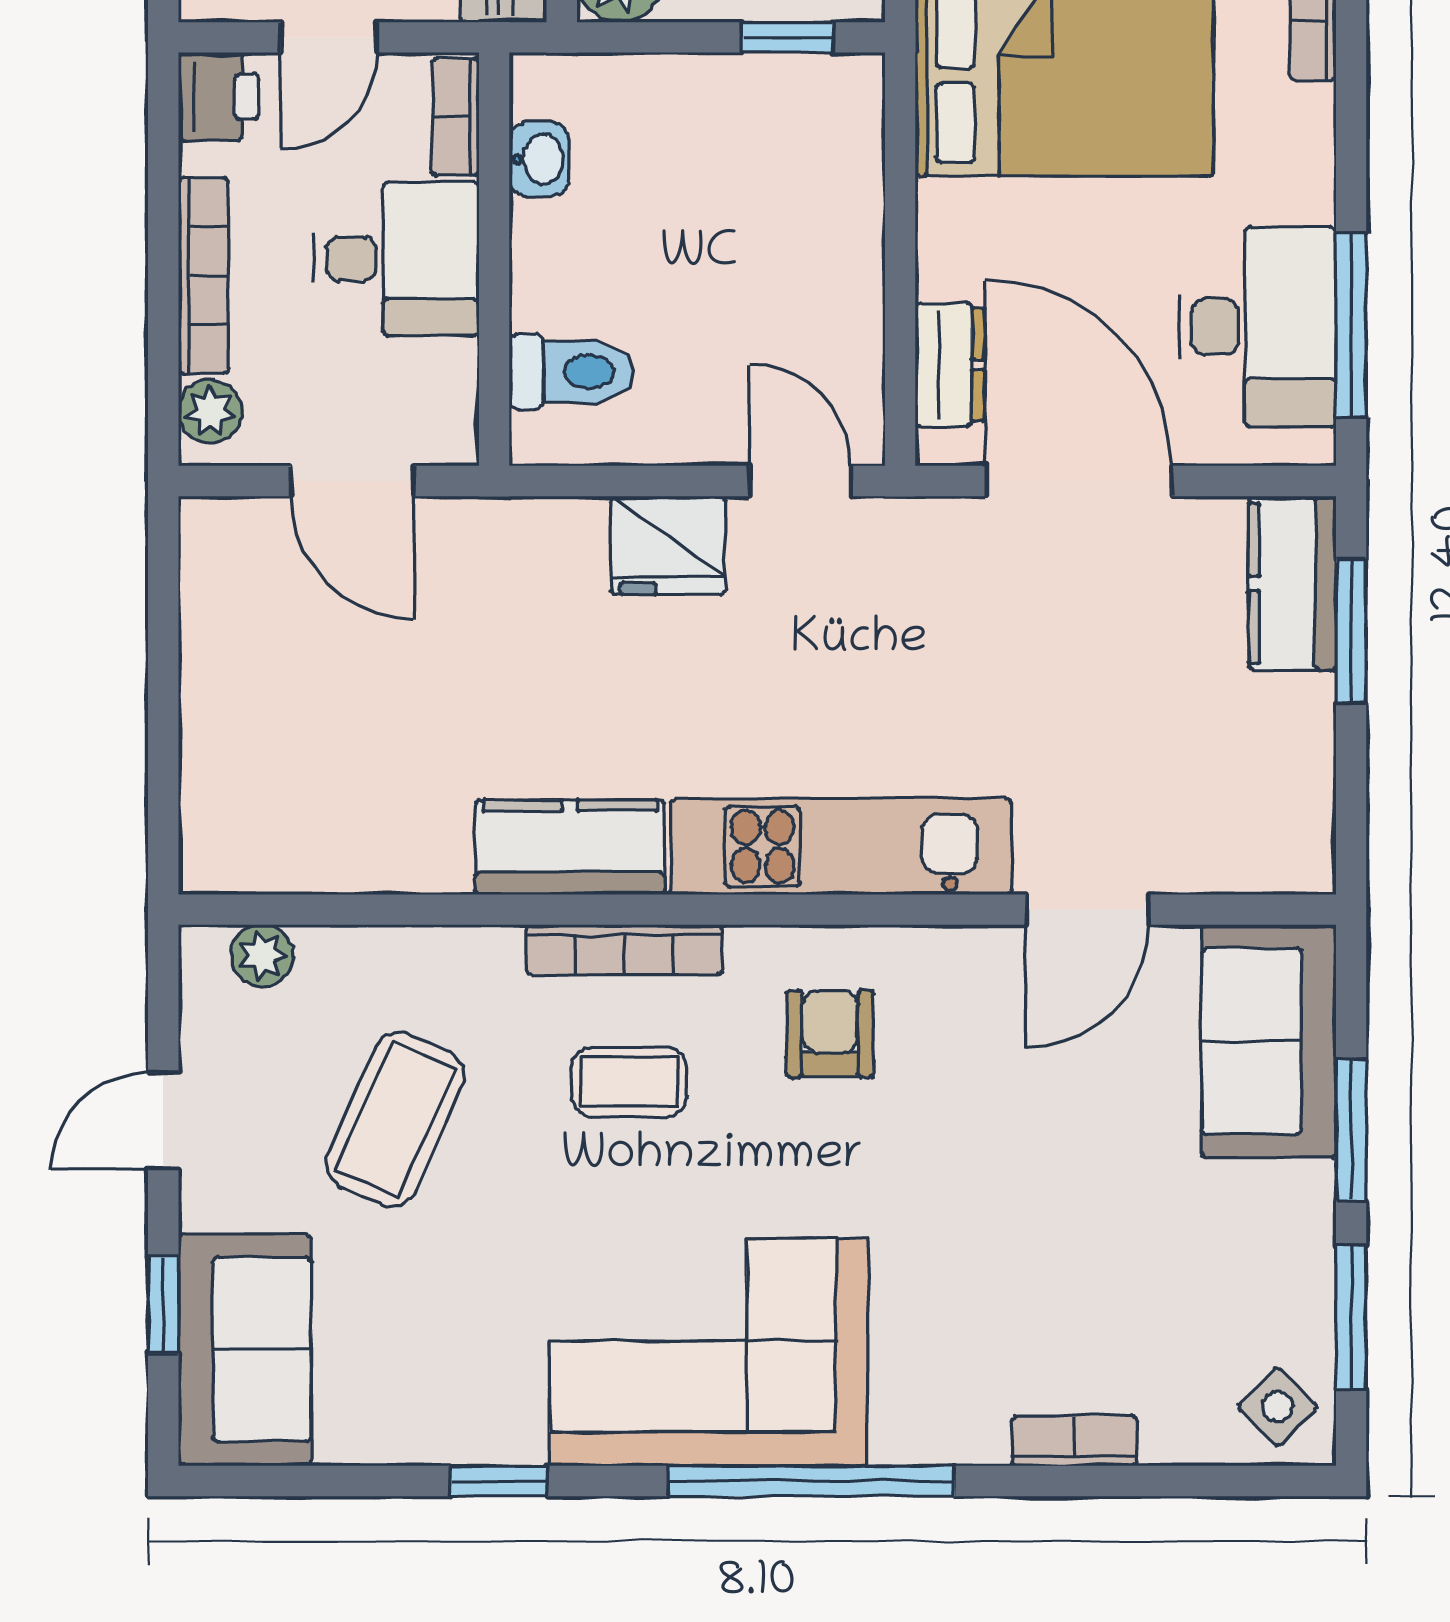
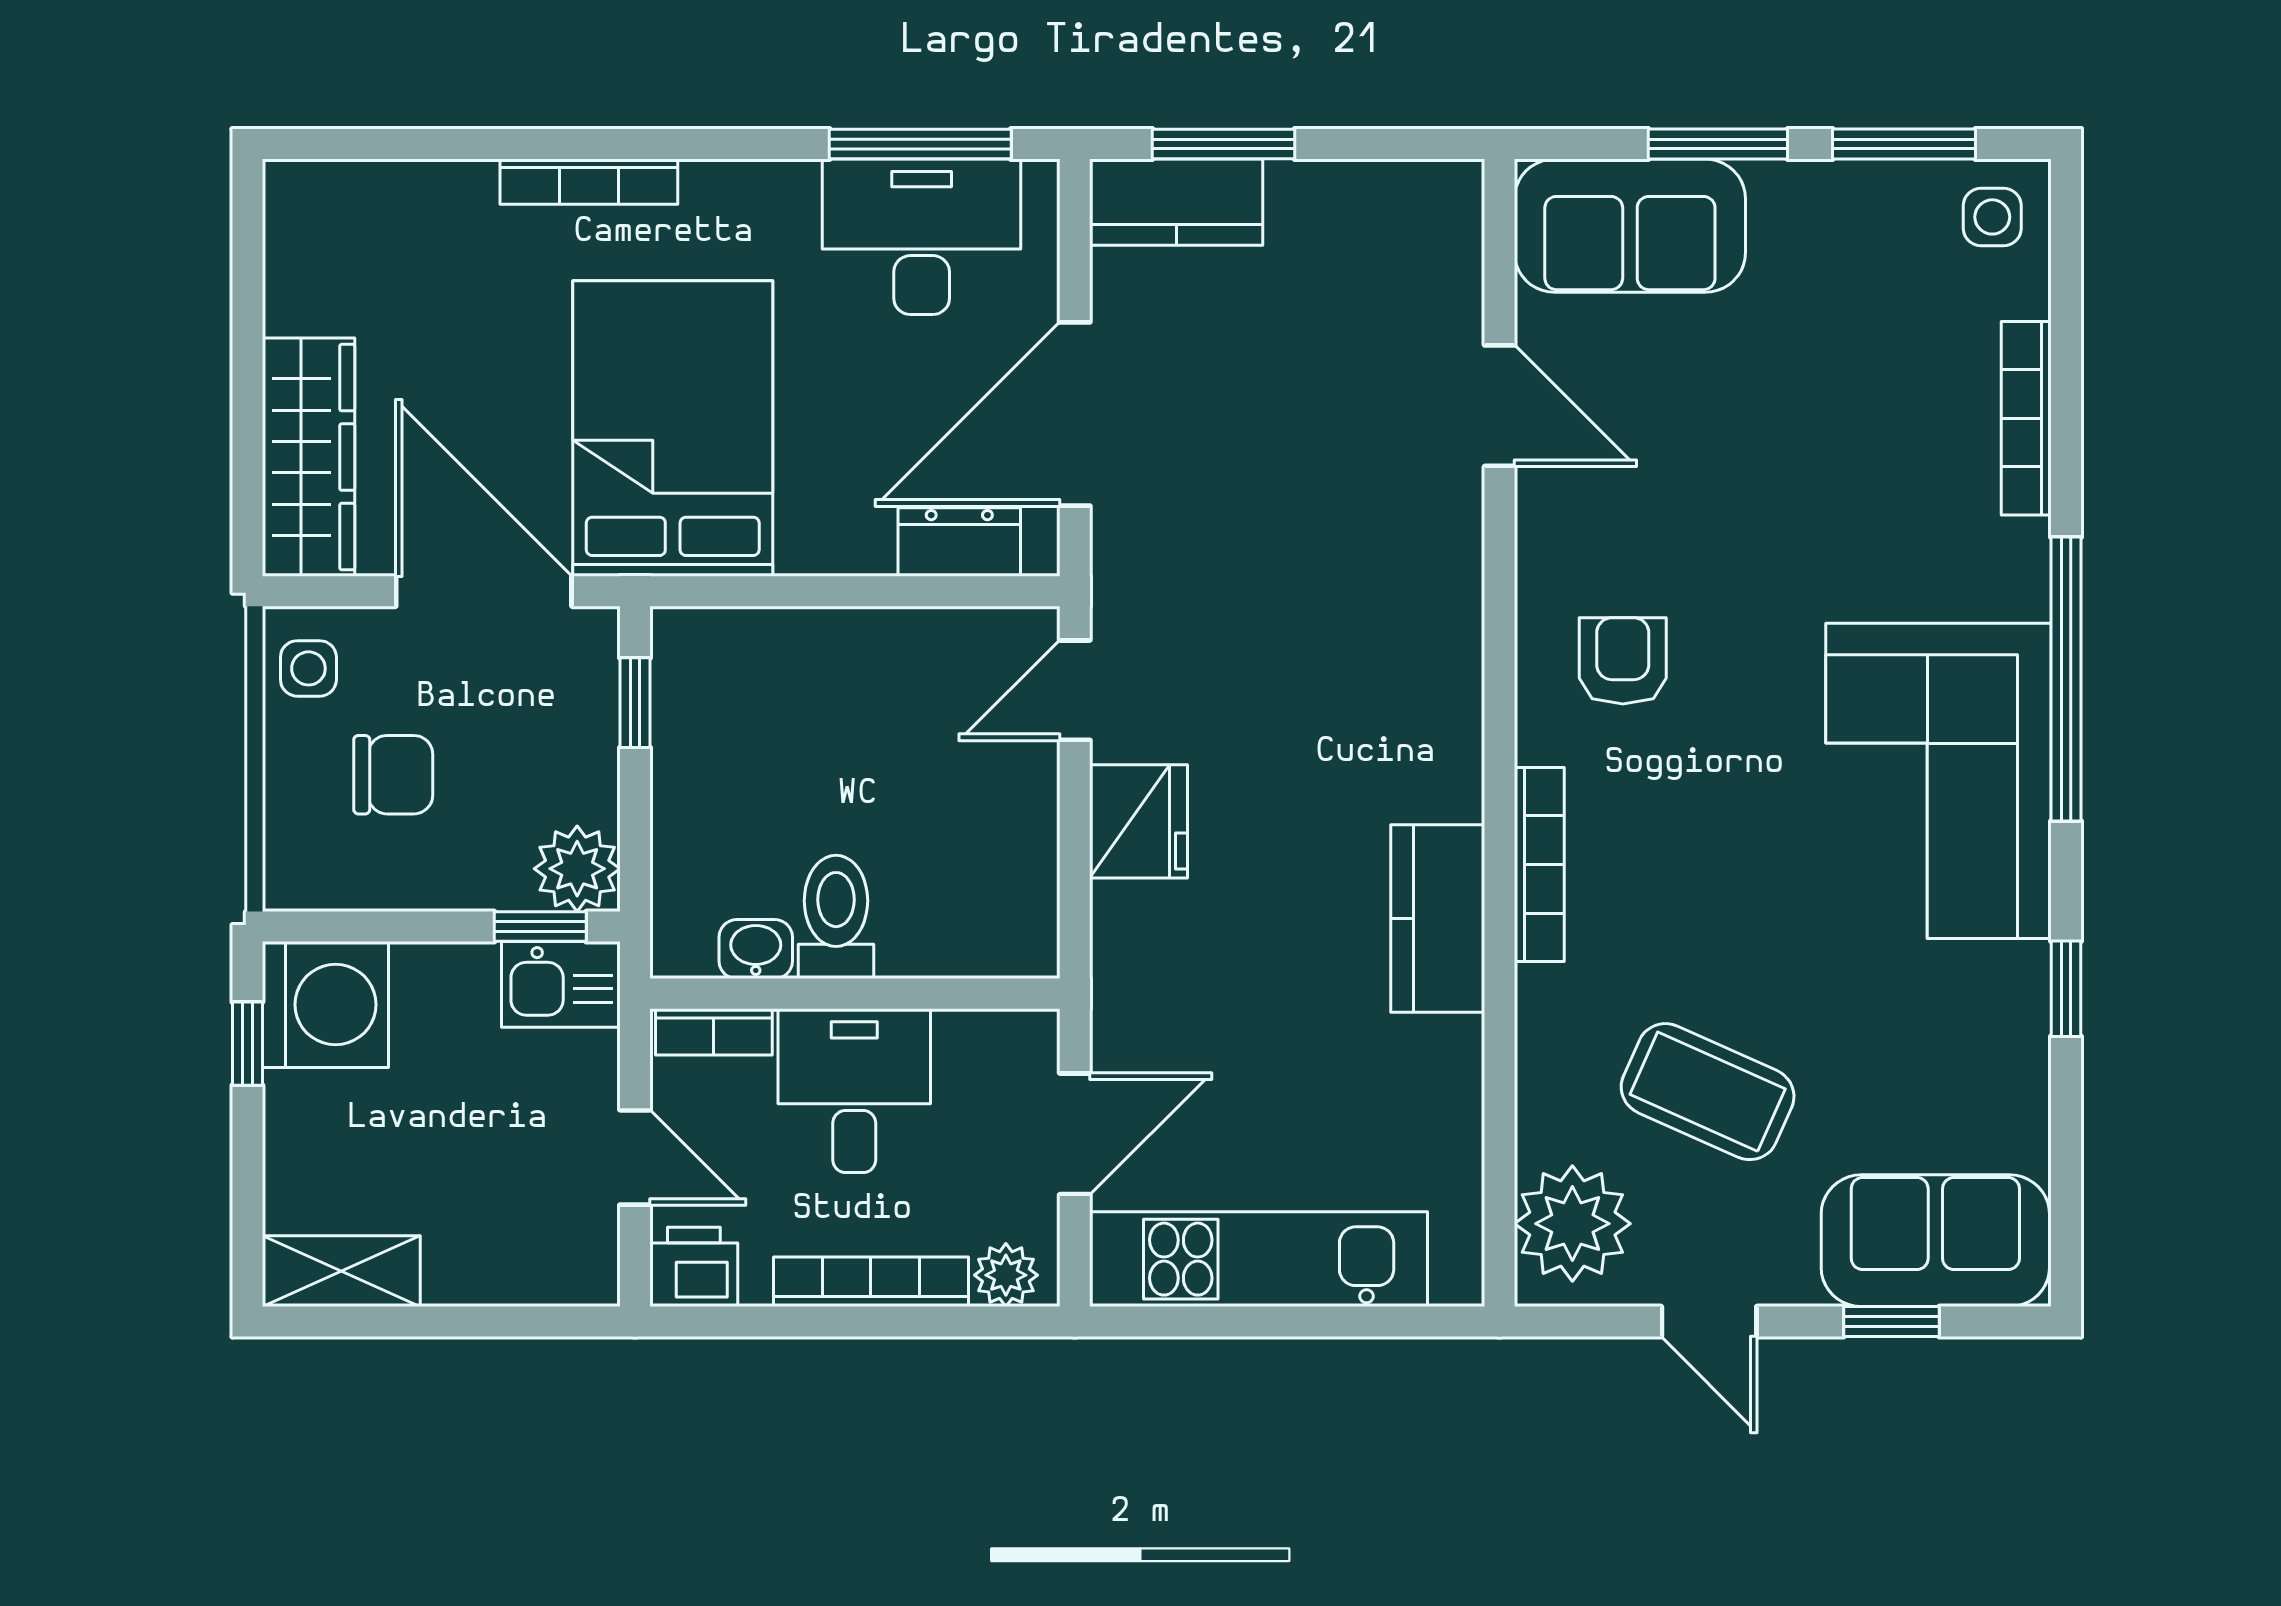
toilet: (571, 371) -> (836, 917), moved
kitchen unit: (841, 847) -> (1258, 1259), moved, turned 90
plant: (262, 956) -> (1572, 1224), width x1.87, depth x1.87
armchair: (830, 1034) -> (1623, 661), turned 90
coffee table: (629, 1082) -> (1670, 860), removed
side table: (1278, 1407) -> (1992, 217), turned 45
bookcase: (1074, 1441) -> (2026, 418), width x1.56

